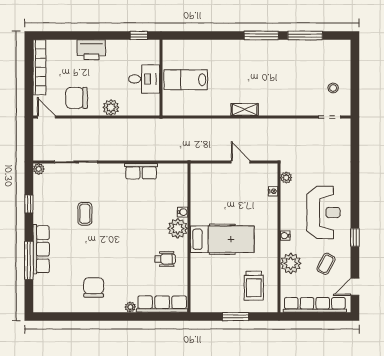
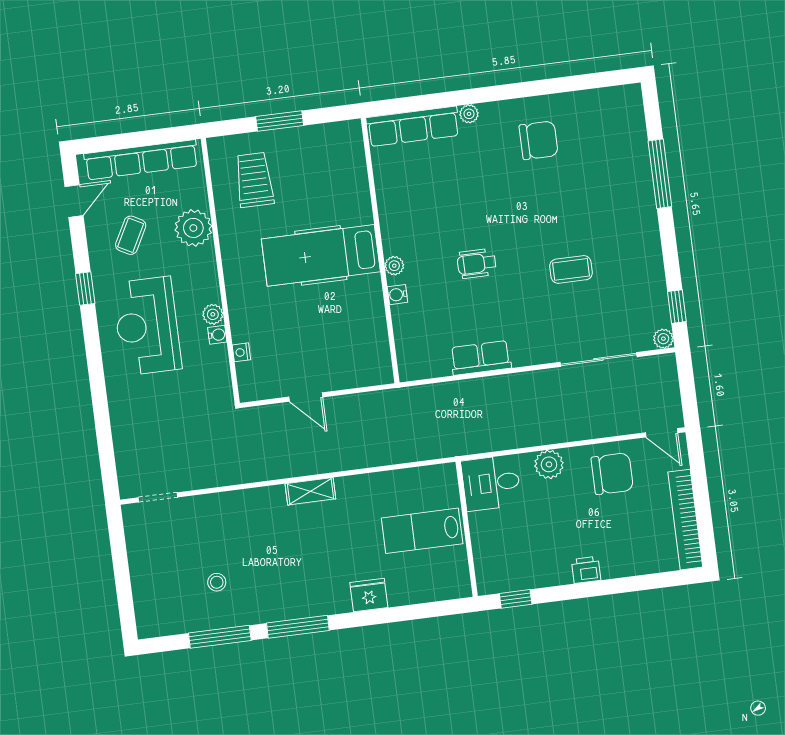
fridge: (220, 48) -> (369, 595), added
printer: (91, 50) -> (586, 570), width x0.53, depth x0.68
desk: (144, 79) -> (491, 483), moved
lab bench: (186, 80) -> (422, 531), turned 180
stool: (333, 88) -> (217, 582), moved
plant: (286, 178) -> (213, 314), moved
window: (29, 204) -> (677, 307), moved
coffee table: (85, 214) -> (571, 269), turned 90
plant: (178, 228) -> (394, 266), width x0.53, depth x0.53
water cooler: (285, 236) -> (217, 335), moved
row of seats: (41, 249) -> (641, 196), removed
wheelchair: (165, 259) -> (477, 264), moved
chair: (94, 287) -> (539, 140), turned -90

